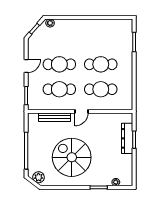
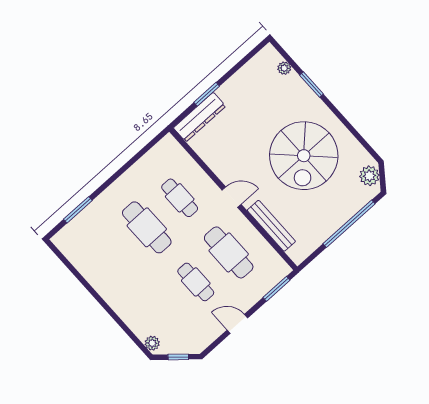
cafe table: (59, 64) -> (196, 282), width x0.73, depth x0.74
cafe table: (101, 89) -> (180, 198), width x0.73, depth x0.74
dresser: (127, 138) -> (200, 117), moved

